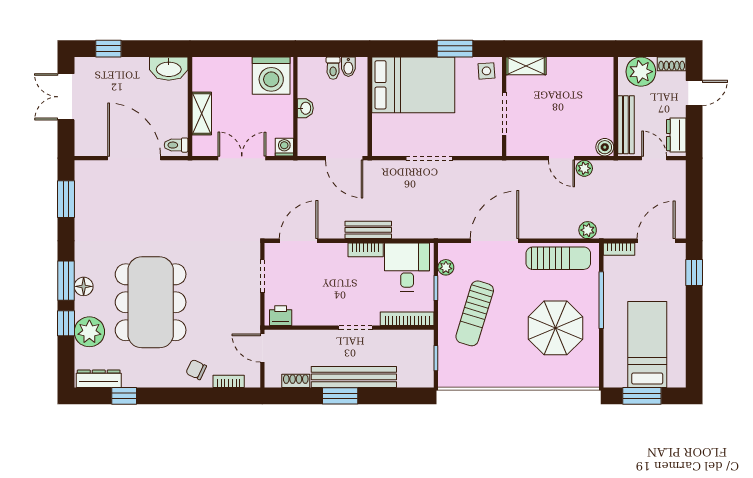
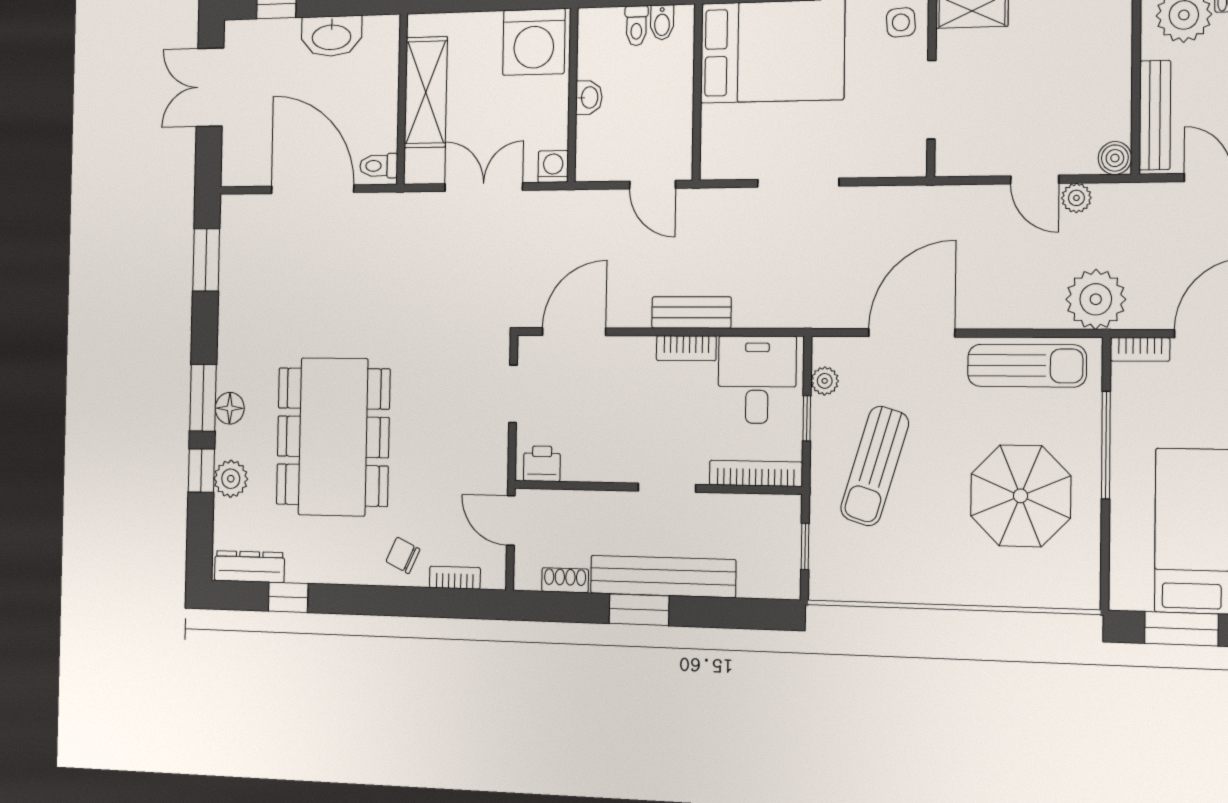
washbasin: (169, 69) -> (332, 36), moved
shelving: (202, 114) -> (426, 92), width x1.50, depth x1.33
door: (344, 158) -> (652, 185), width x0.73
plant: (588, 230) -> (1096, 299), width x1.87, depth x1.87
plant: (89, 332) -> (231, 479), width x0.73, depth x0.73

